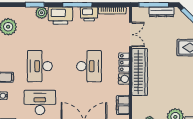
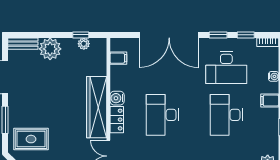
desk: (40, 66) -> (226, 115), turned 180
filing cabinet: (123, 105) -> (118, 58), width x0.50

